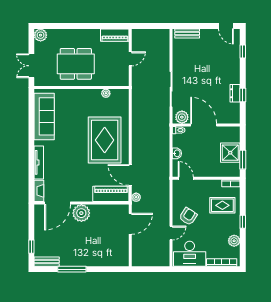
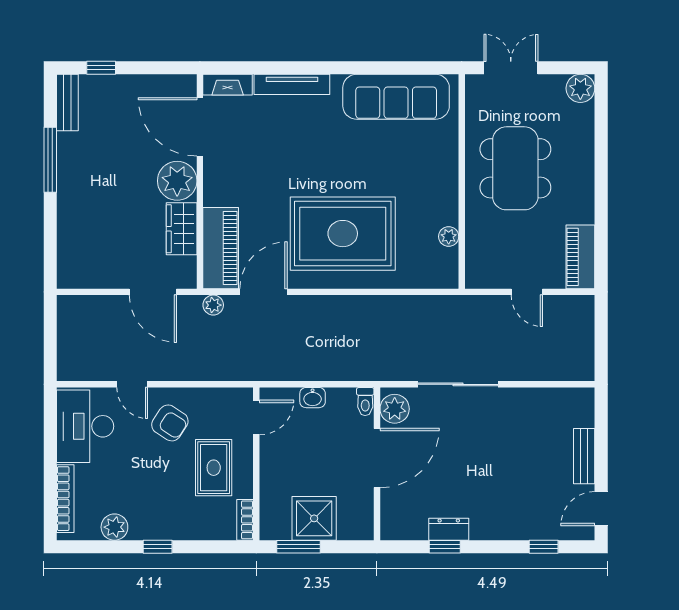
bench: (187, 34) -> (584, 456), moved
rug: (222, 205) -> (214, 468), moved
wardrobe: (102, 211) -> (182, 229), added

